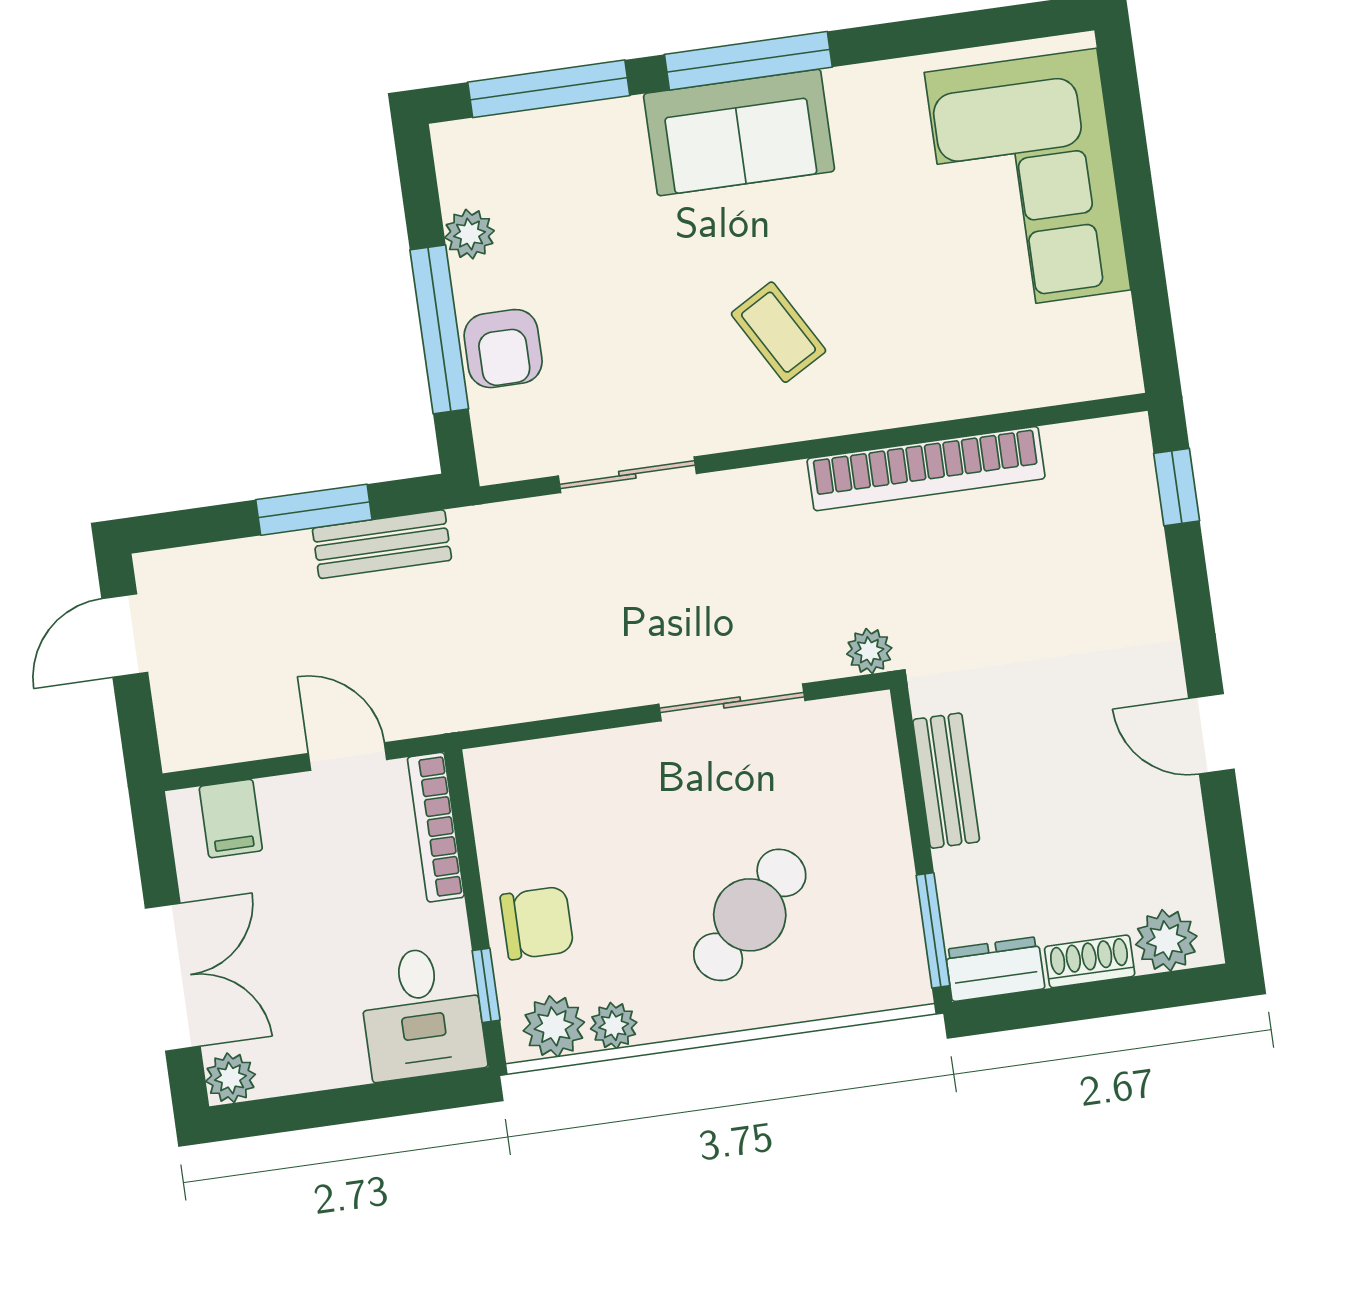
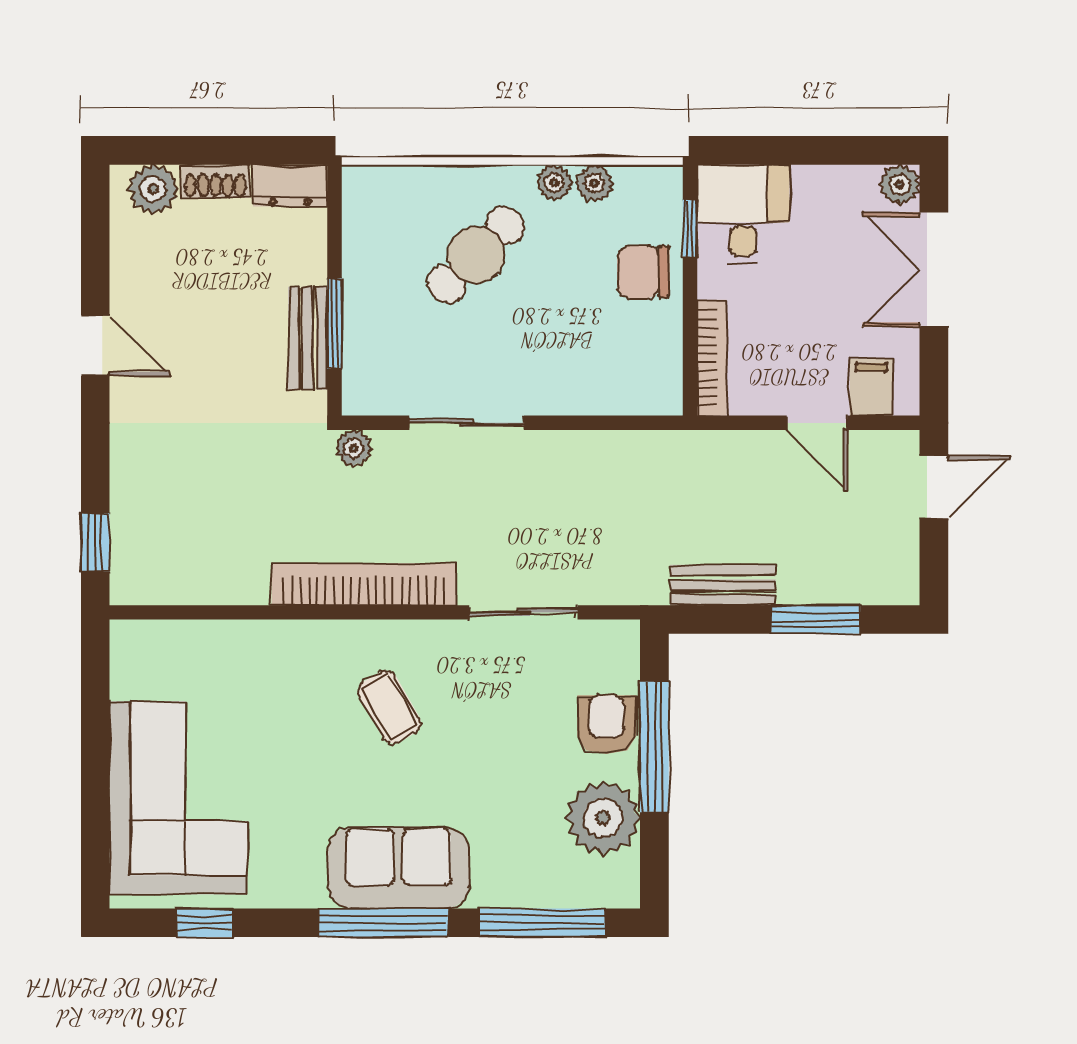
window: (972, 29) -> (205, 923), added
plant: (469, 234) -> (603, 818), width x1.88, depth x1.88
bookcase: (926, 469) -> (364, 584), moved
window: (314, 510) -> (816, 619), moved
door: (125, 636) -> (934, 487), moved
door: (347, 756) -> (817, 423), moved
window: (933, 930) -> (335, 324), moved
plant: (554, 1026) -> (554, 182), moved, width x0.73, depth x0.73

